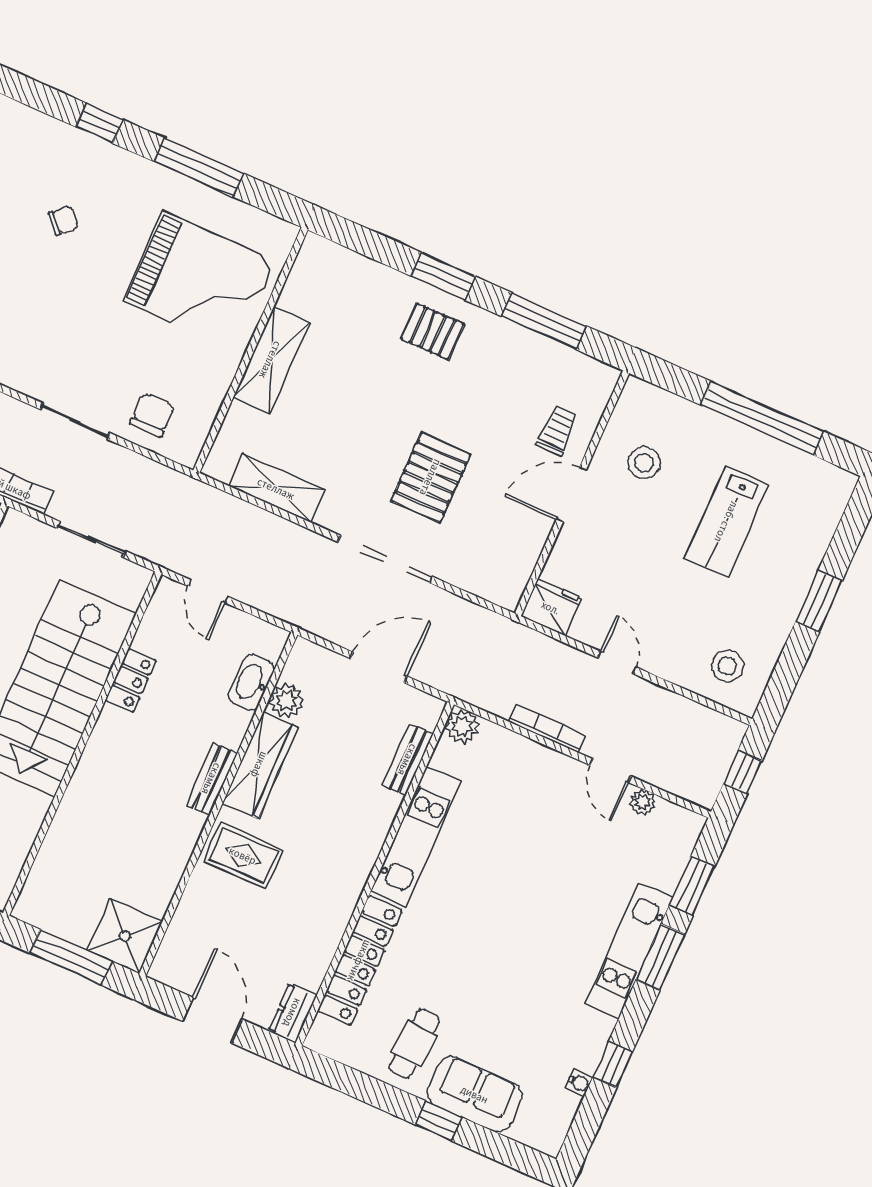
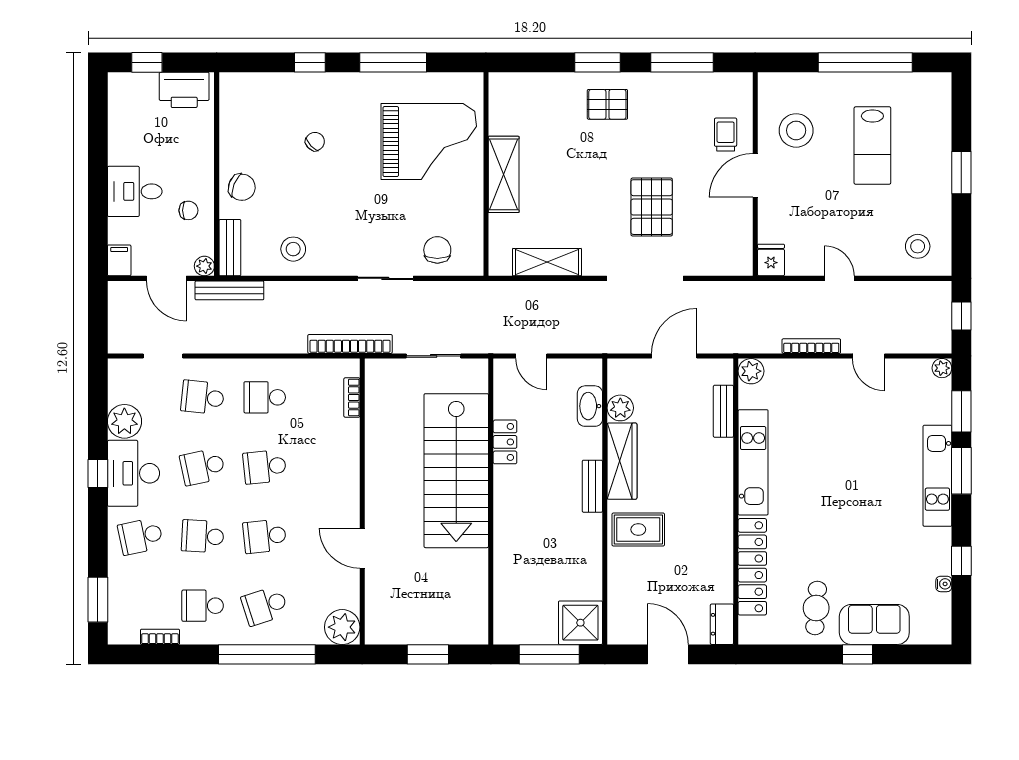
stool: (644, 463) -> (796, 130), width x1.38, depth x1.38
fridge: (551, 607) -> (771, 260), width x0.72
plant: (643, 802) -> (942, 368), moved

